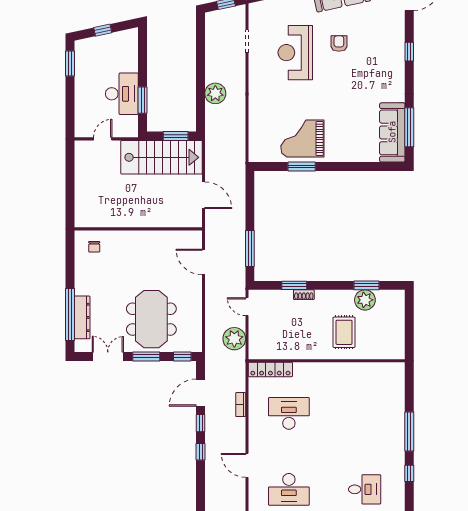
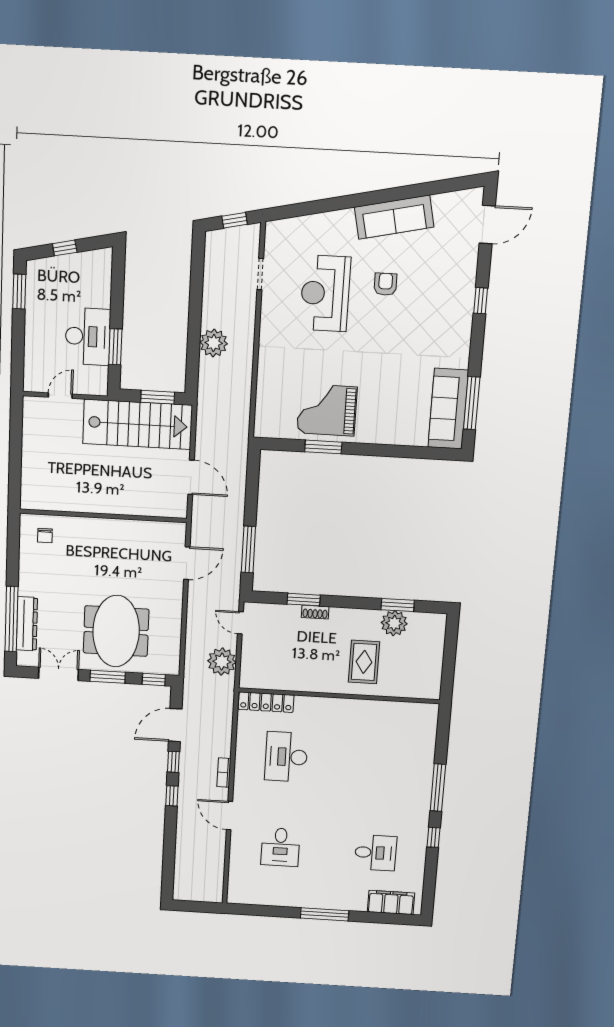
door: (203, 262) -> (187, 563), swing flipped
bookcase: (241, 405) -> (224, 773), moved
desk: (289, 413) -> (286, 757), turned -90
desk: (289, 489) -> (280, 847), width x0.73

